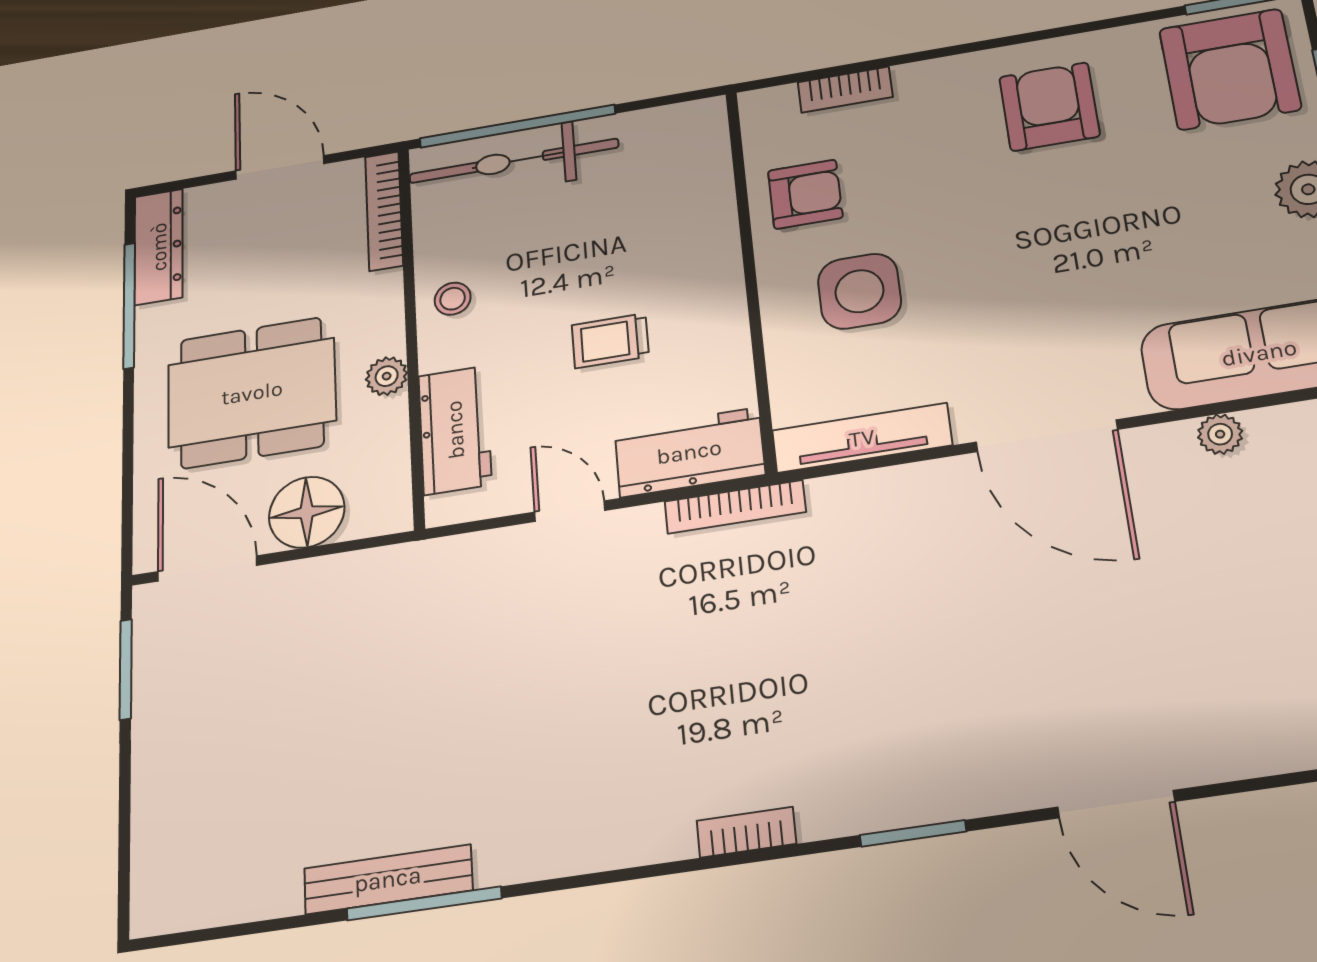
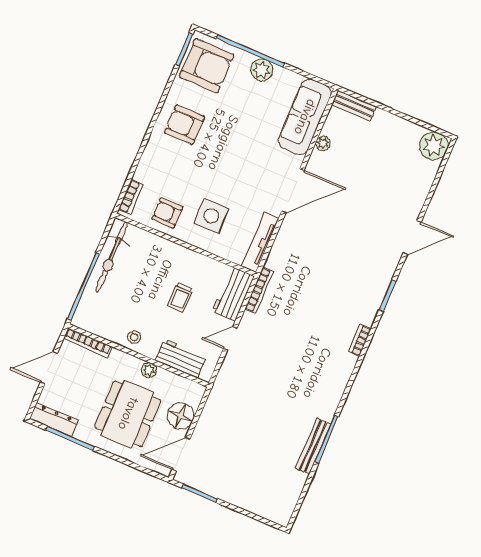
bookcase: (845, 90) -> (131, 197), moved
bicycle: (514, 161) -> (112, 257), moved
armchair: (805, 194) -> (167, 213), turned -90

